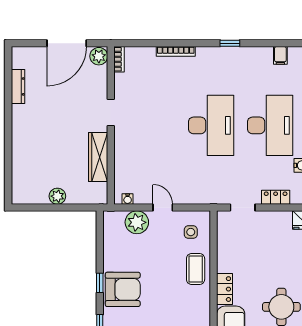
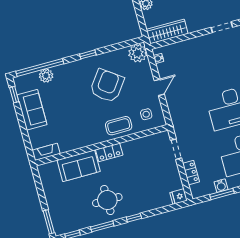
wardrobe: (98, 157) -> (167, 32), moved
plant: (137, 222) -> (138, 53), moved
armchair: (123, 289) -> (107, 86), moved, turned -144

